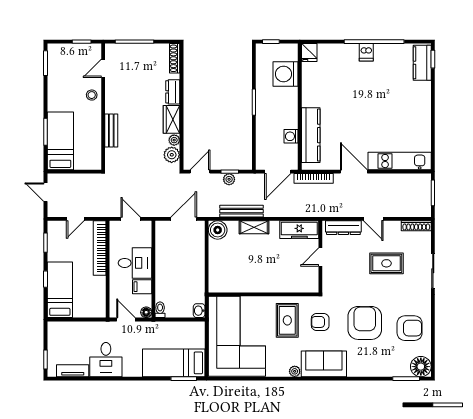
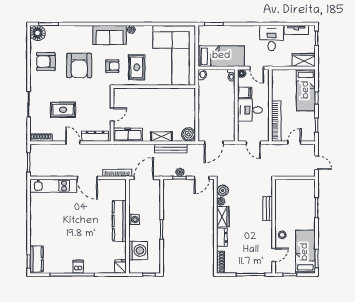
kitchen counter: (311, 135) -> (119, 221), moved
washing machine: (291, 136) -> (134, 220), moved
bed: (60, 141) -> (305, 252), moved, turned 180
wardrobe: (63, 330) -> (304, 60), added
bed: (174, 363) -> (221, 56), moved

